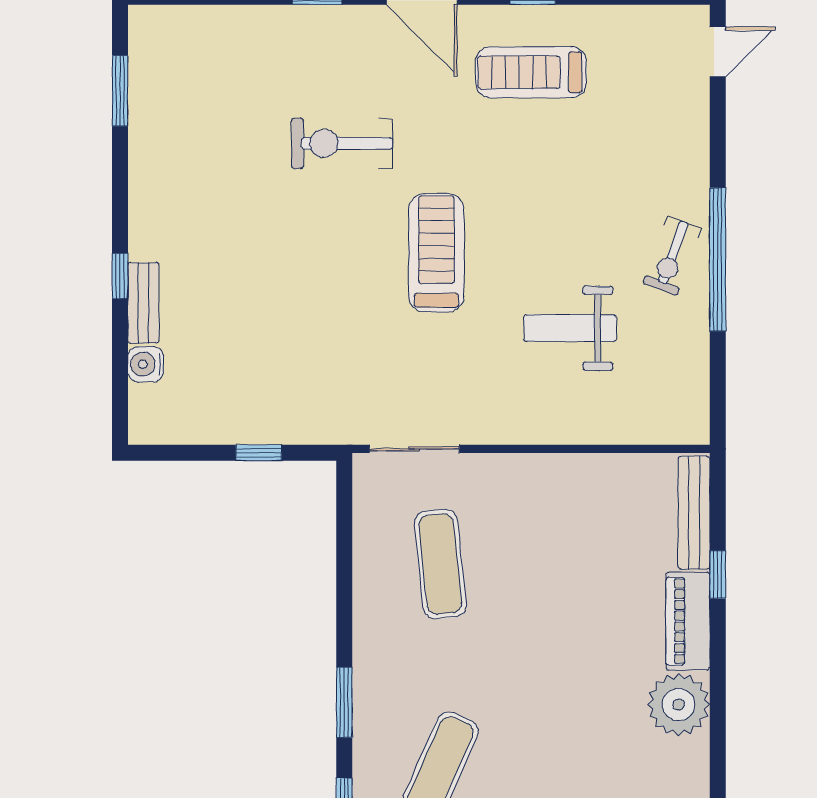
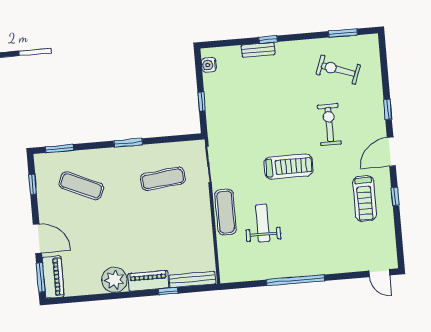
treadmill: (531, 72) -> (365, 198), turned 180
exercise bike: (672, 256) -> (338, 70), moved, width x1.38, depth x1.39
water cooler: (146, 364) -> (209, 65), moved, turned -90
exercise mat: (535, 417) -> (226, 212), added
window: (344, 702) -> (128, 143), moved

